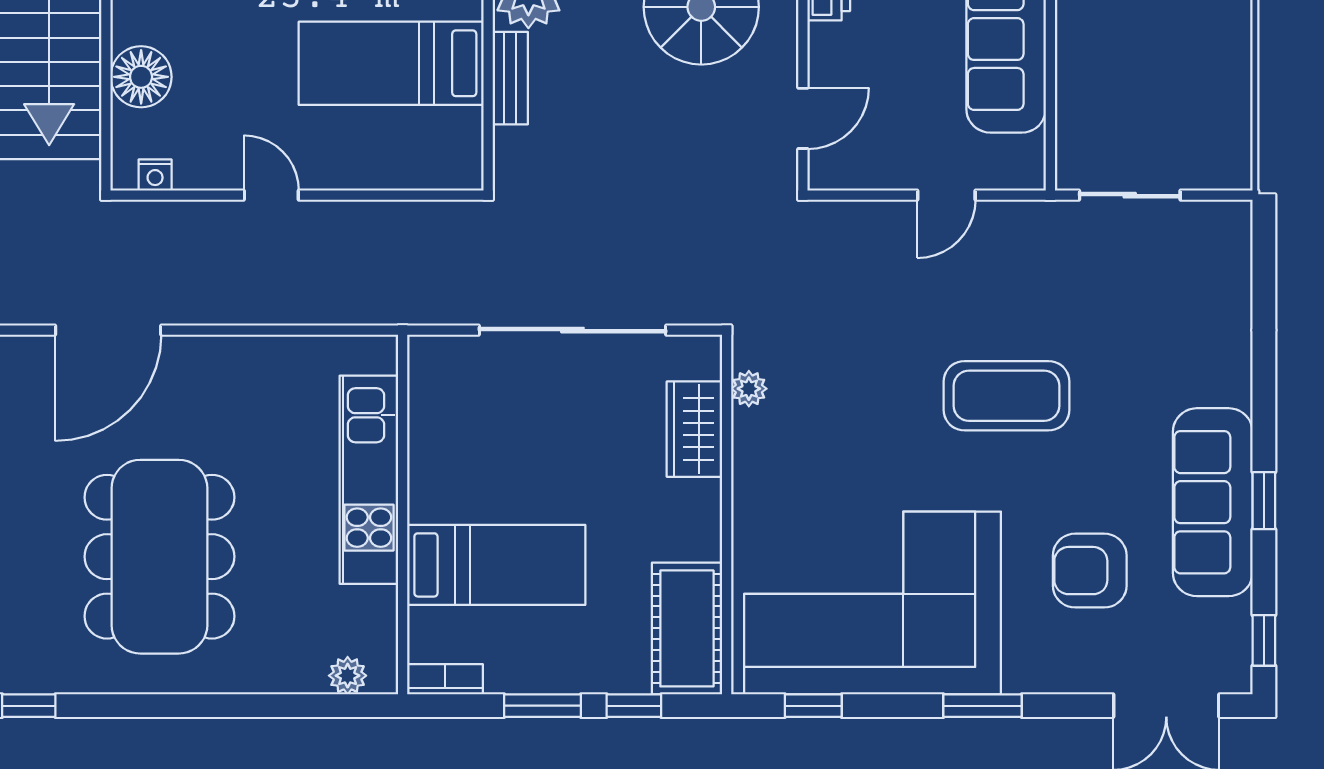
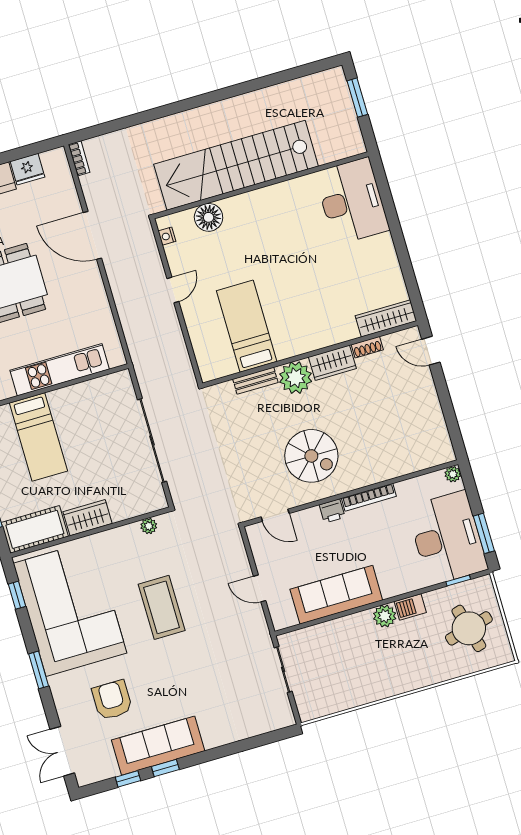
coffee table: (1006, 396) -> (162, 607), moved
wardrobe: (694, 429) -> (88, 518), moved
window: (1264, 640) -> (128, 779), moved

